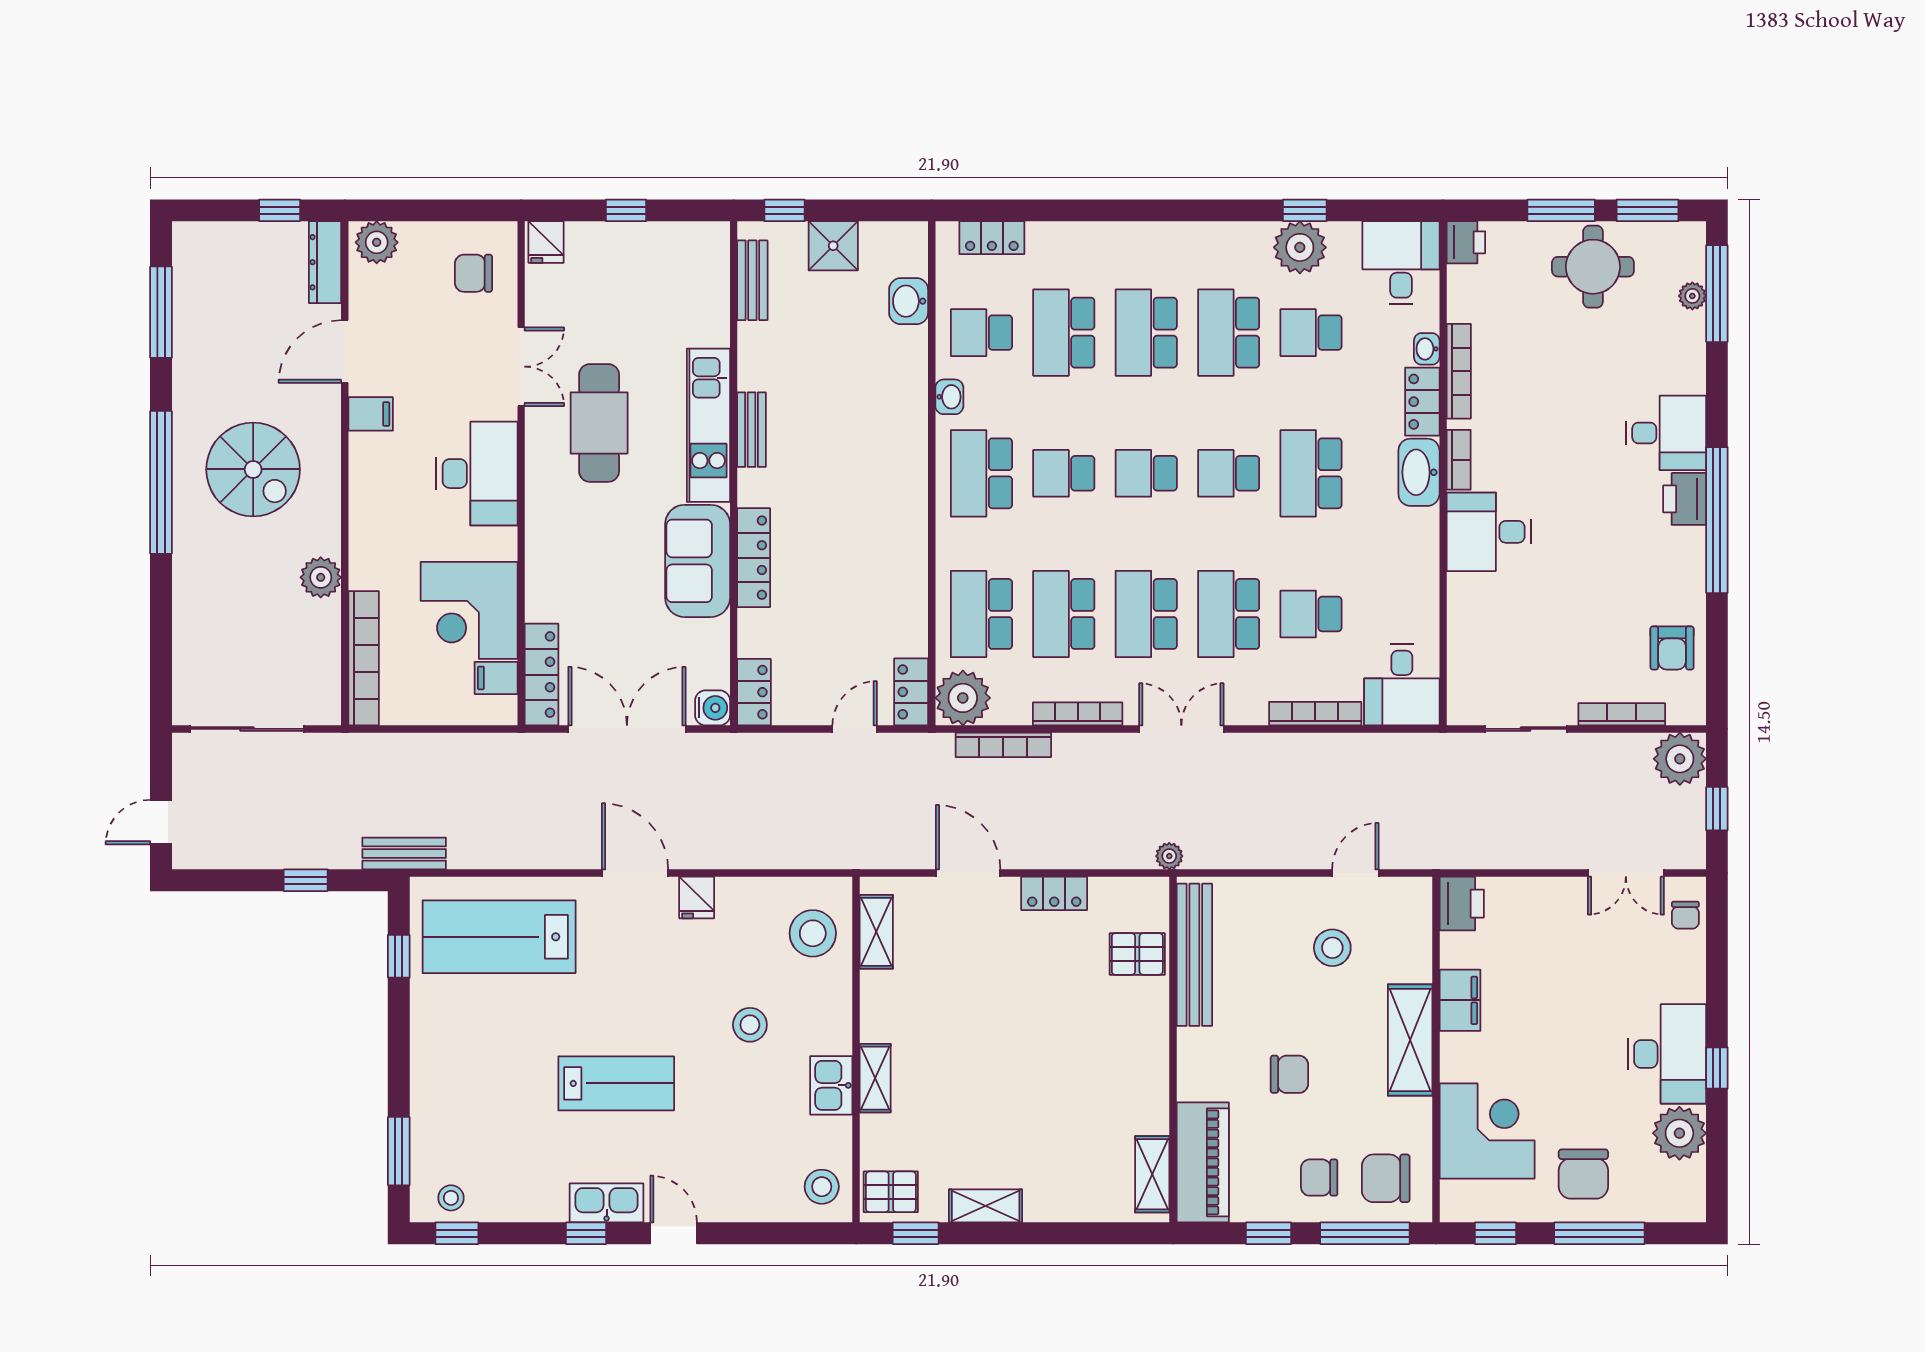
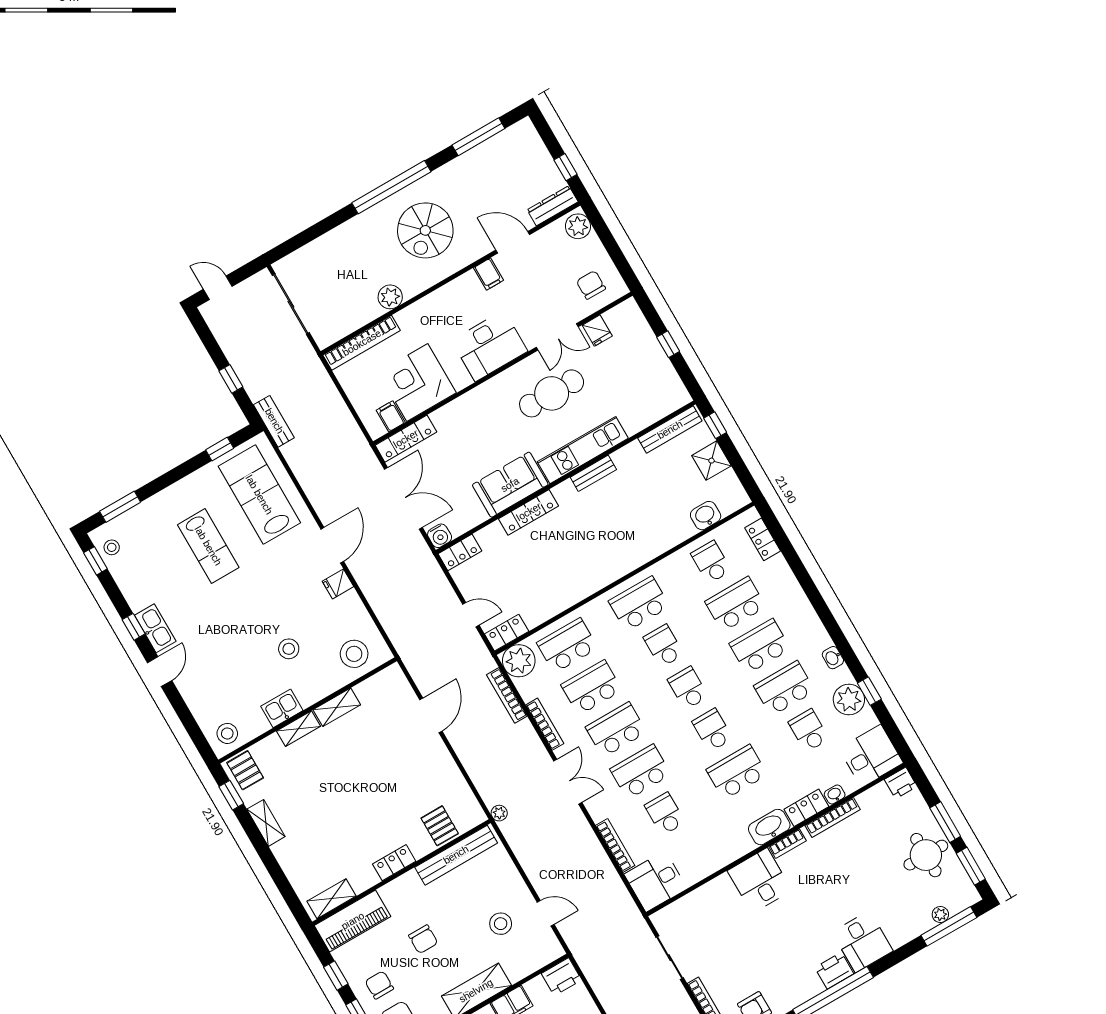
fridge: (546, 242) -> (597, 331), moved, turned -90
bench: (752, 280) -> (670, 430), width x1.36
washbasin: (949, 397) -> (833, 658), moved, turned 90
locker: (1054, 893) -> (394, 863), moved, turned 90
shelving: (876, 932) -> (337, 707), moved
lab bench: (616, 1083) -> (208, 546), moved

